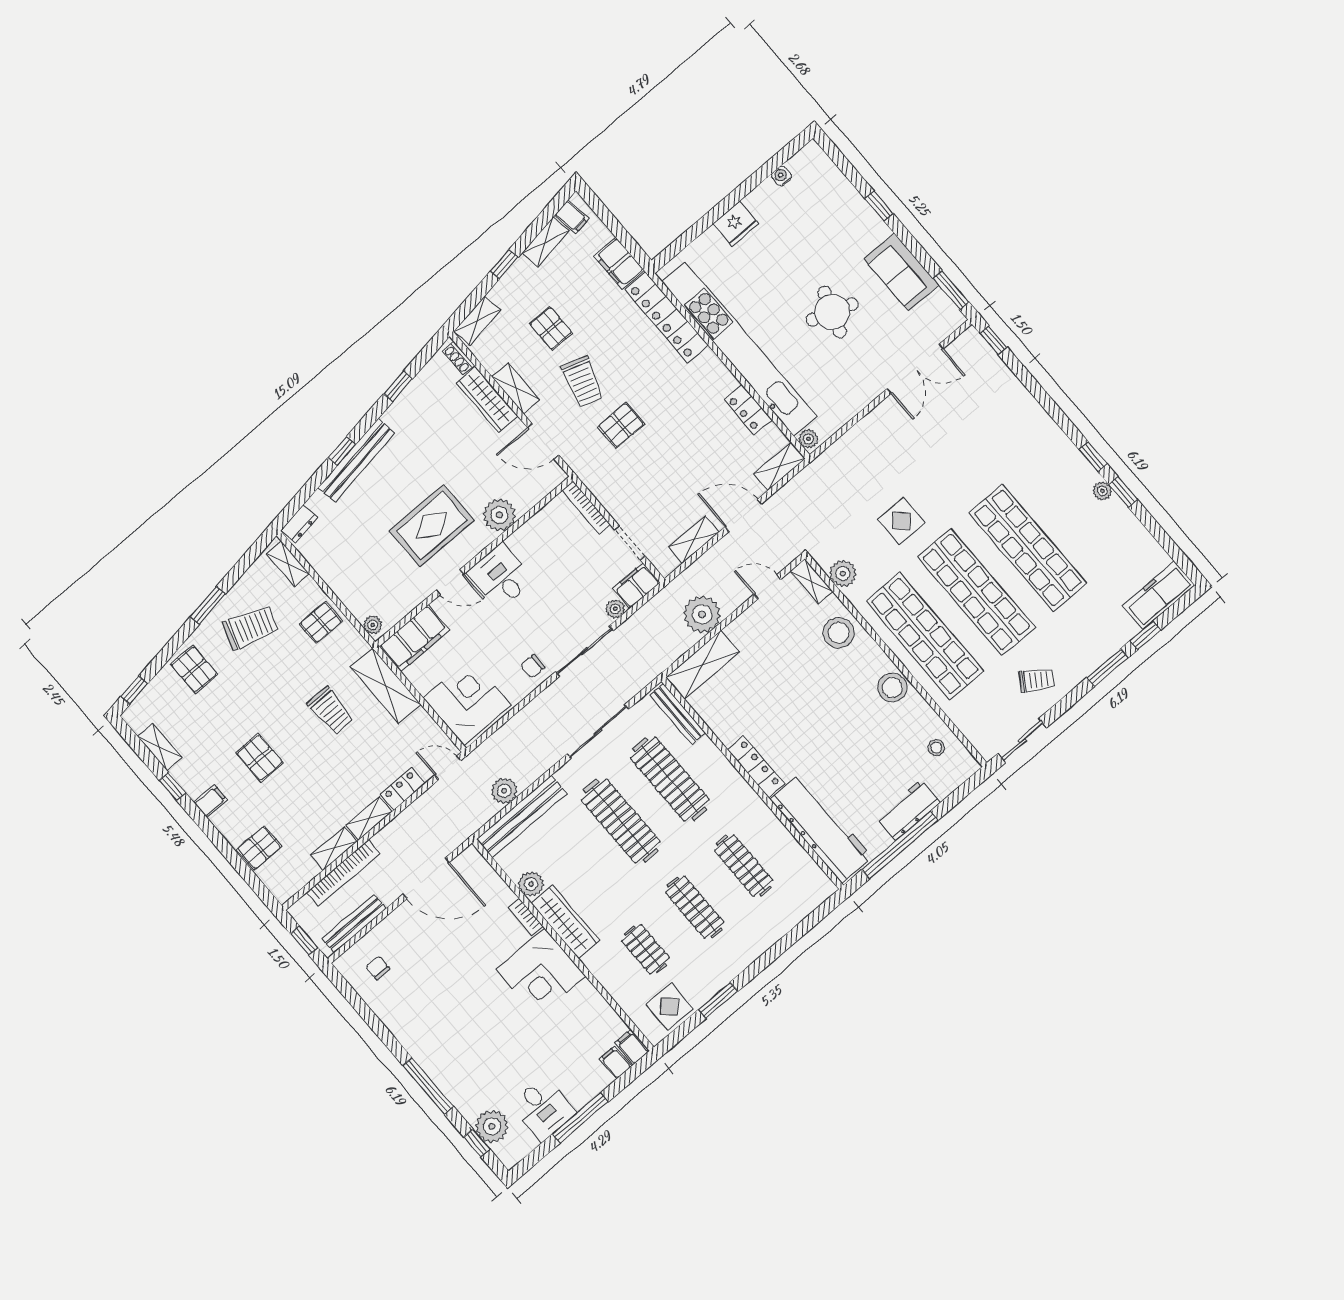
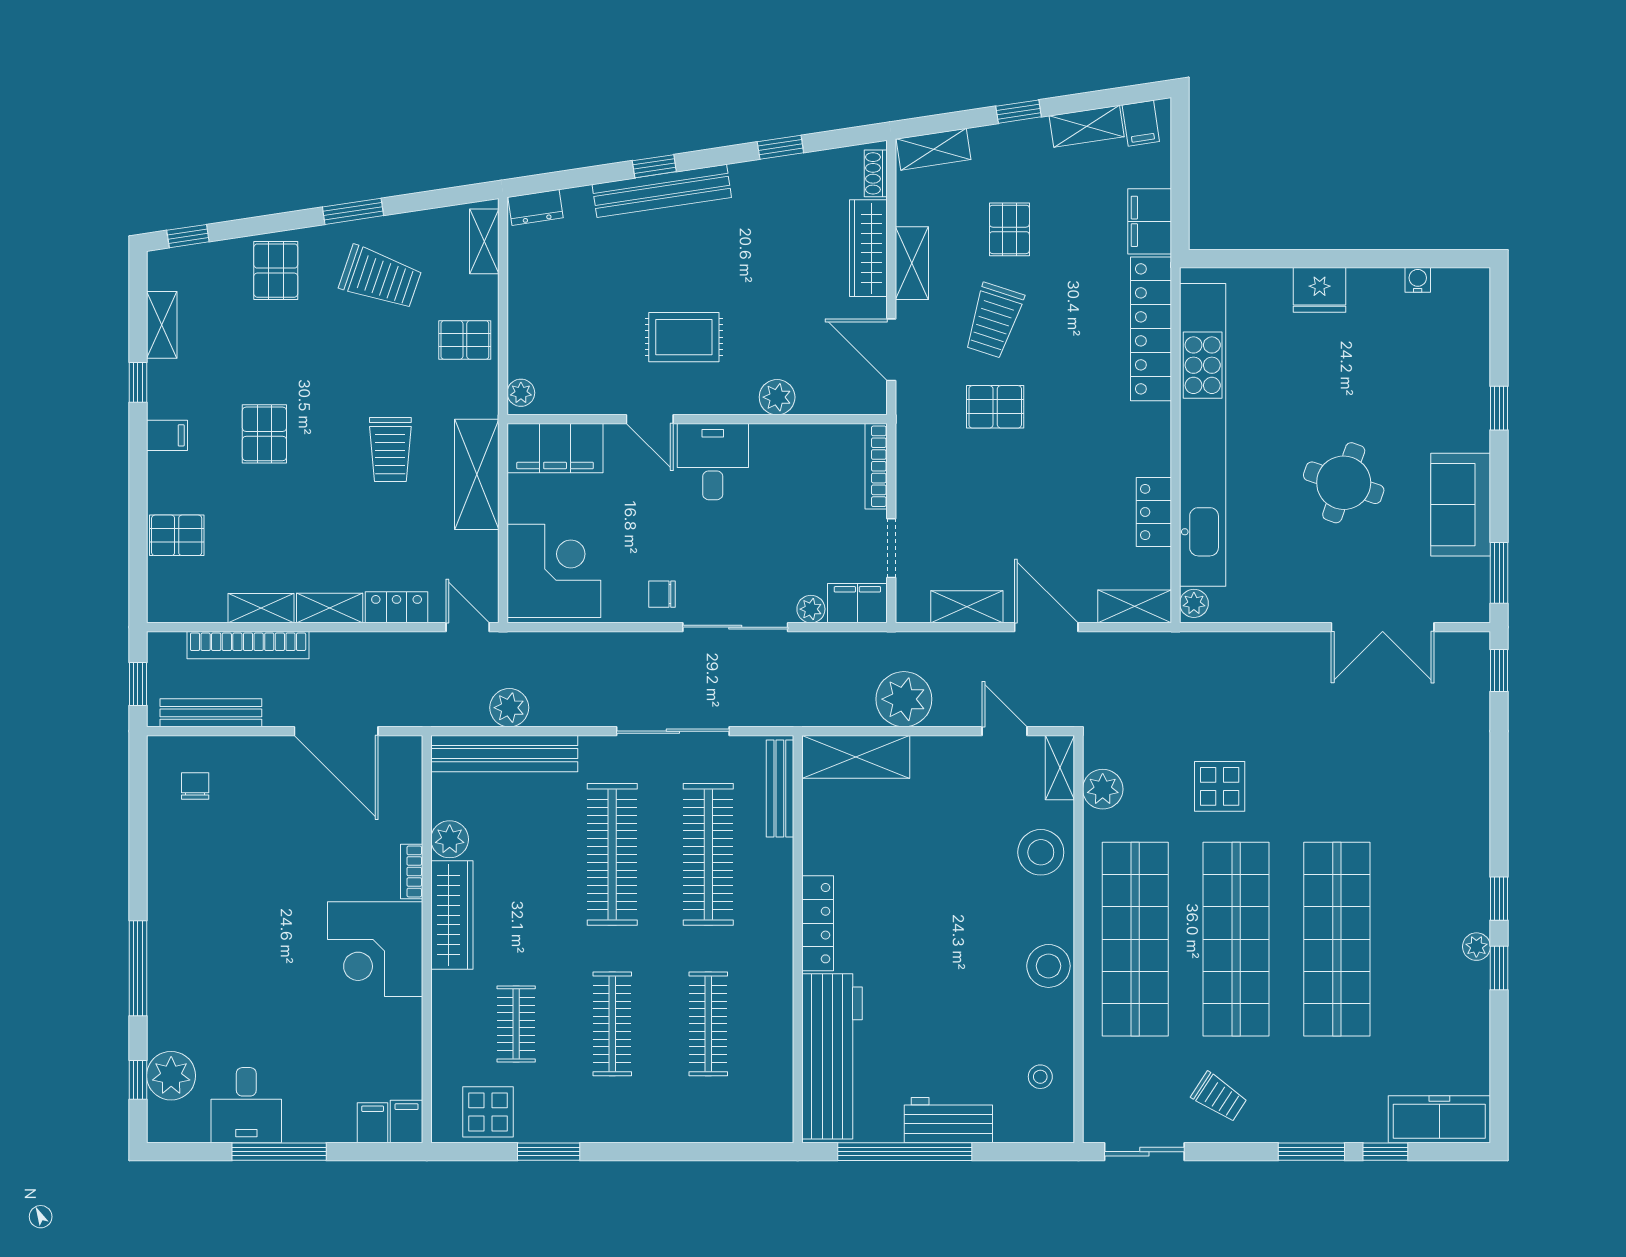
plant: (499, 515) -> (777, 397), width x0.73, depth x0.73
rug: (432, 525) -> (684, 337), width x0.73, depth x0.70

